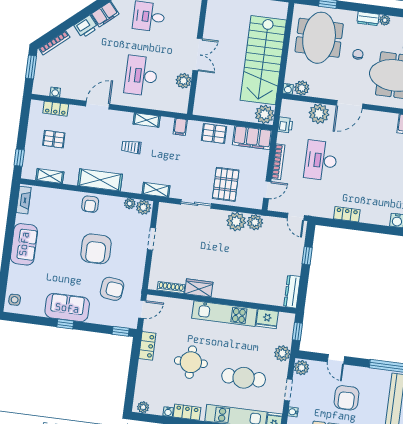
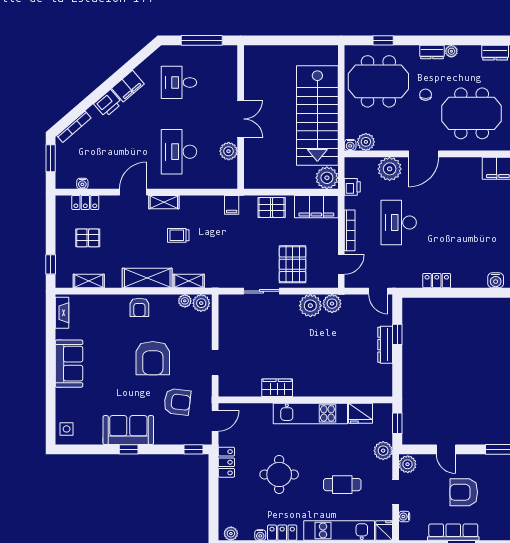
meeting table: (319, 38) -> (378, 81), turned 90
shelving: (147, 120) -> (164, 202), moved
shelving: (156, 190) -> (189, 281), moved
doorway: (151, 239) -> (215, 362), moved
shoe rack: (171, 287) -> (245, 391), removed
dresser: (292, 292) -> (385, 345), moved
cafe table: (244, 378) -> (342, 485), width x0.73, depth x0.74
armchair: (346, 398) -> (464, 492), turned 90

